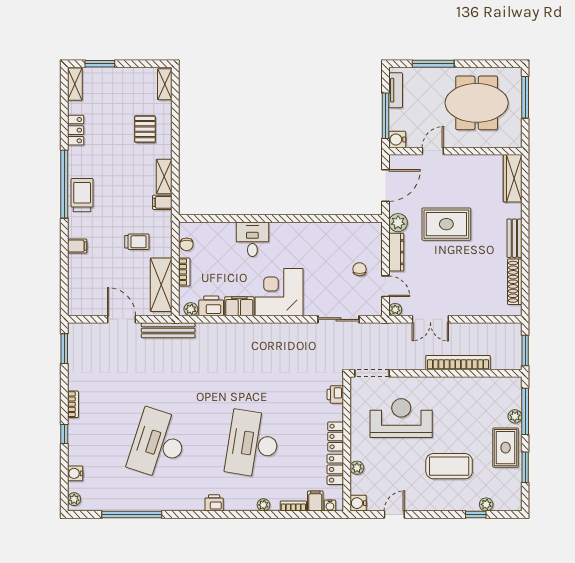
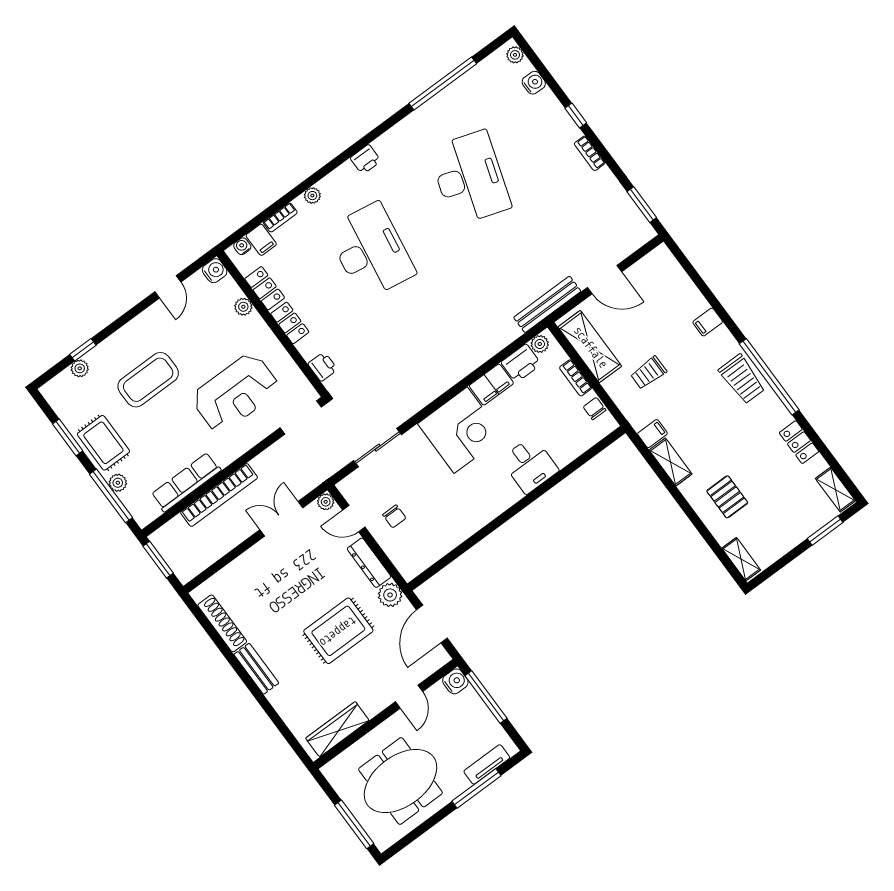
tv unit: (396, 90) -> (487, 764), moved, turned 90
wardrobe: (513, 178) -> (337, 729), moved, turned -90
row of seats: (473, 385) -> (186, 482), added

